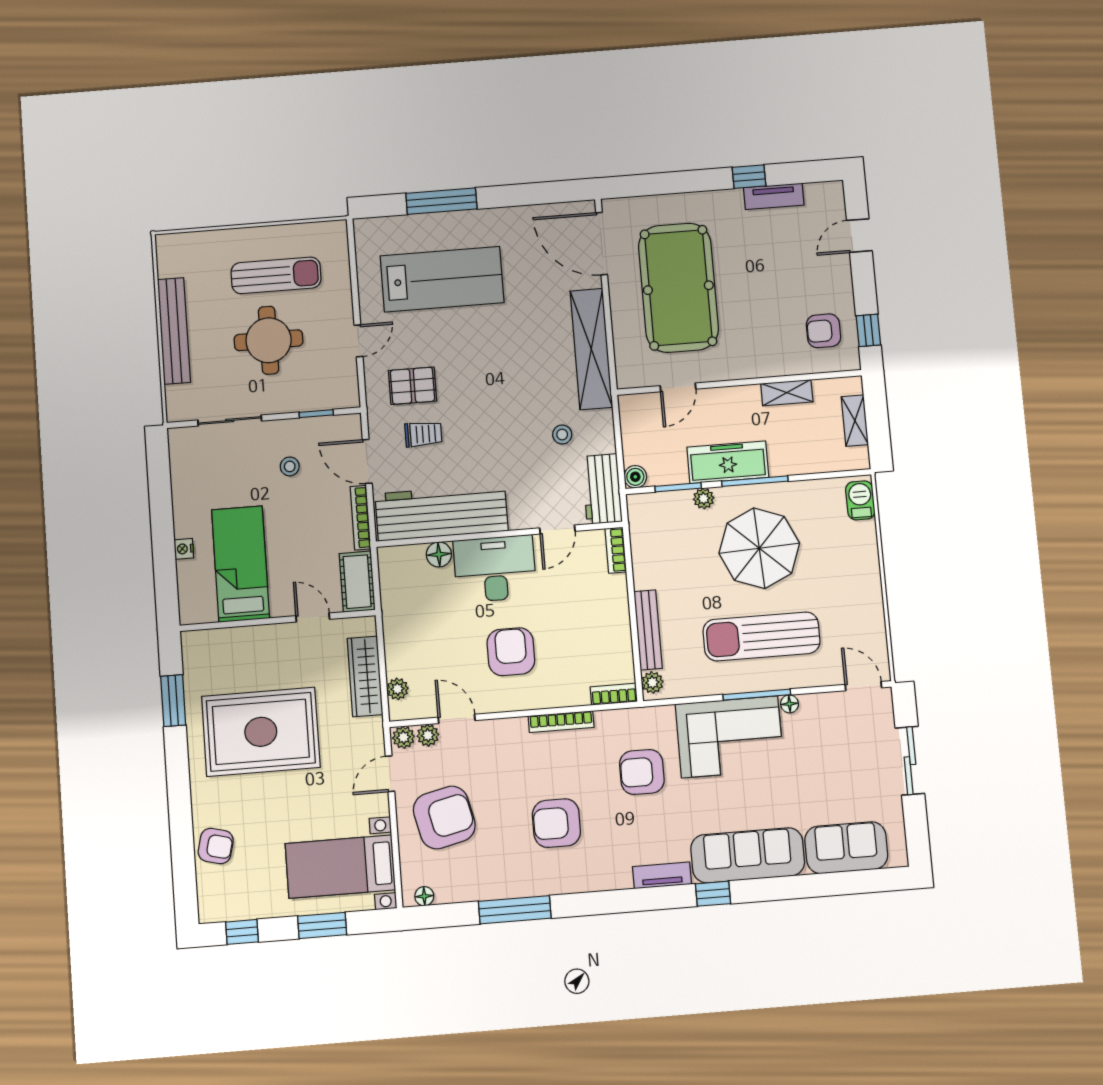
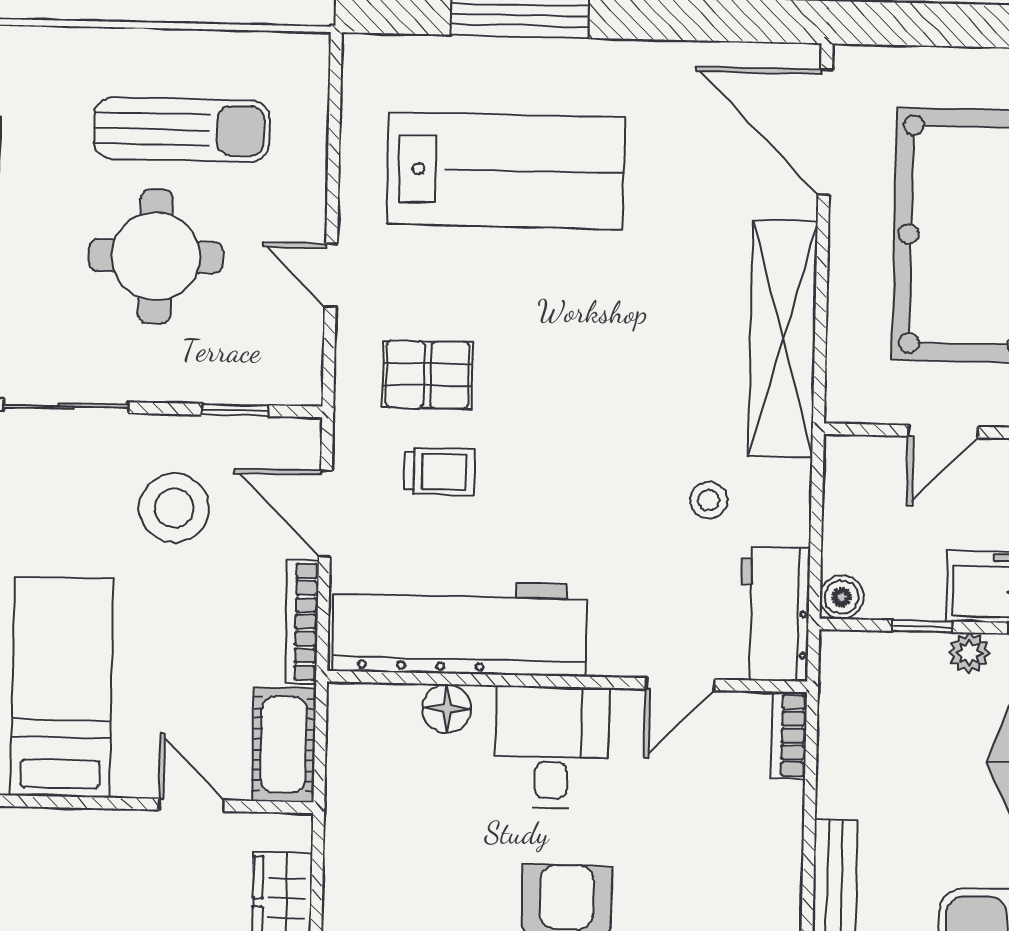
door: (359, 341) -> (331, 276), swing flipped
stool: (290, 466) -> (174, 508), width x1.89, depth x1.89
window: (678, 487) -> (922, 626), width x0.67
desk: (495, 569) -> (552, 747), width x0.73

